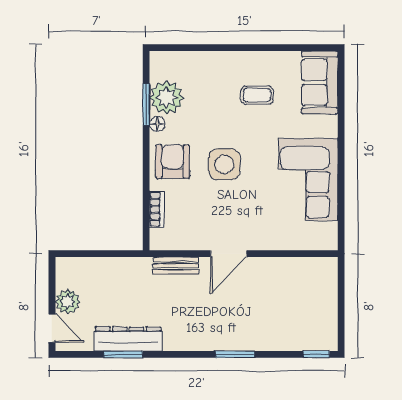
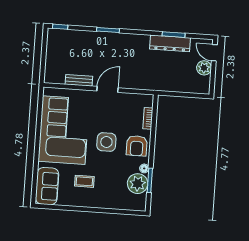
corner sofa: (309, 179) -> (64, 130), width x1.36, depth x1.36
bench: (176, 266) -> (79, 80), moved

